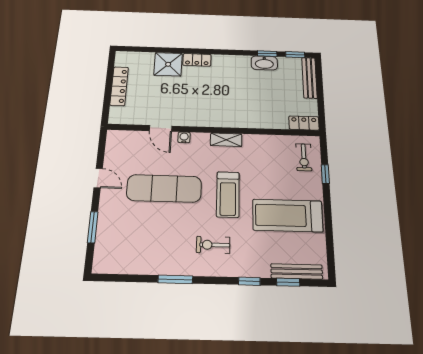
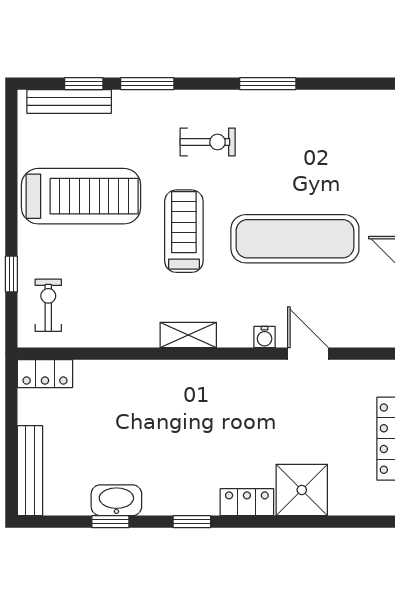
window: (295, 55) -> (192, 522), moved
window: (249, 281) -> (147, 84), width x1.50

